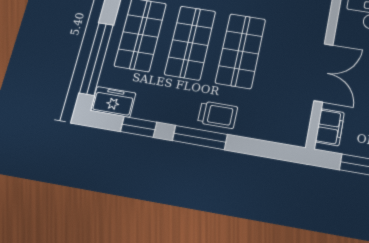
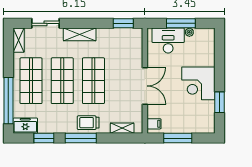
trolley: (218, 115) -> (88, 123), turned 180
filing cabinet: (330, 127) -> (154, 124), width x0.50
shelving: (273, 133) -> (122, 128), added

